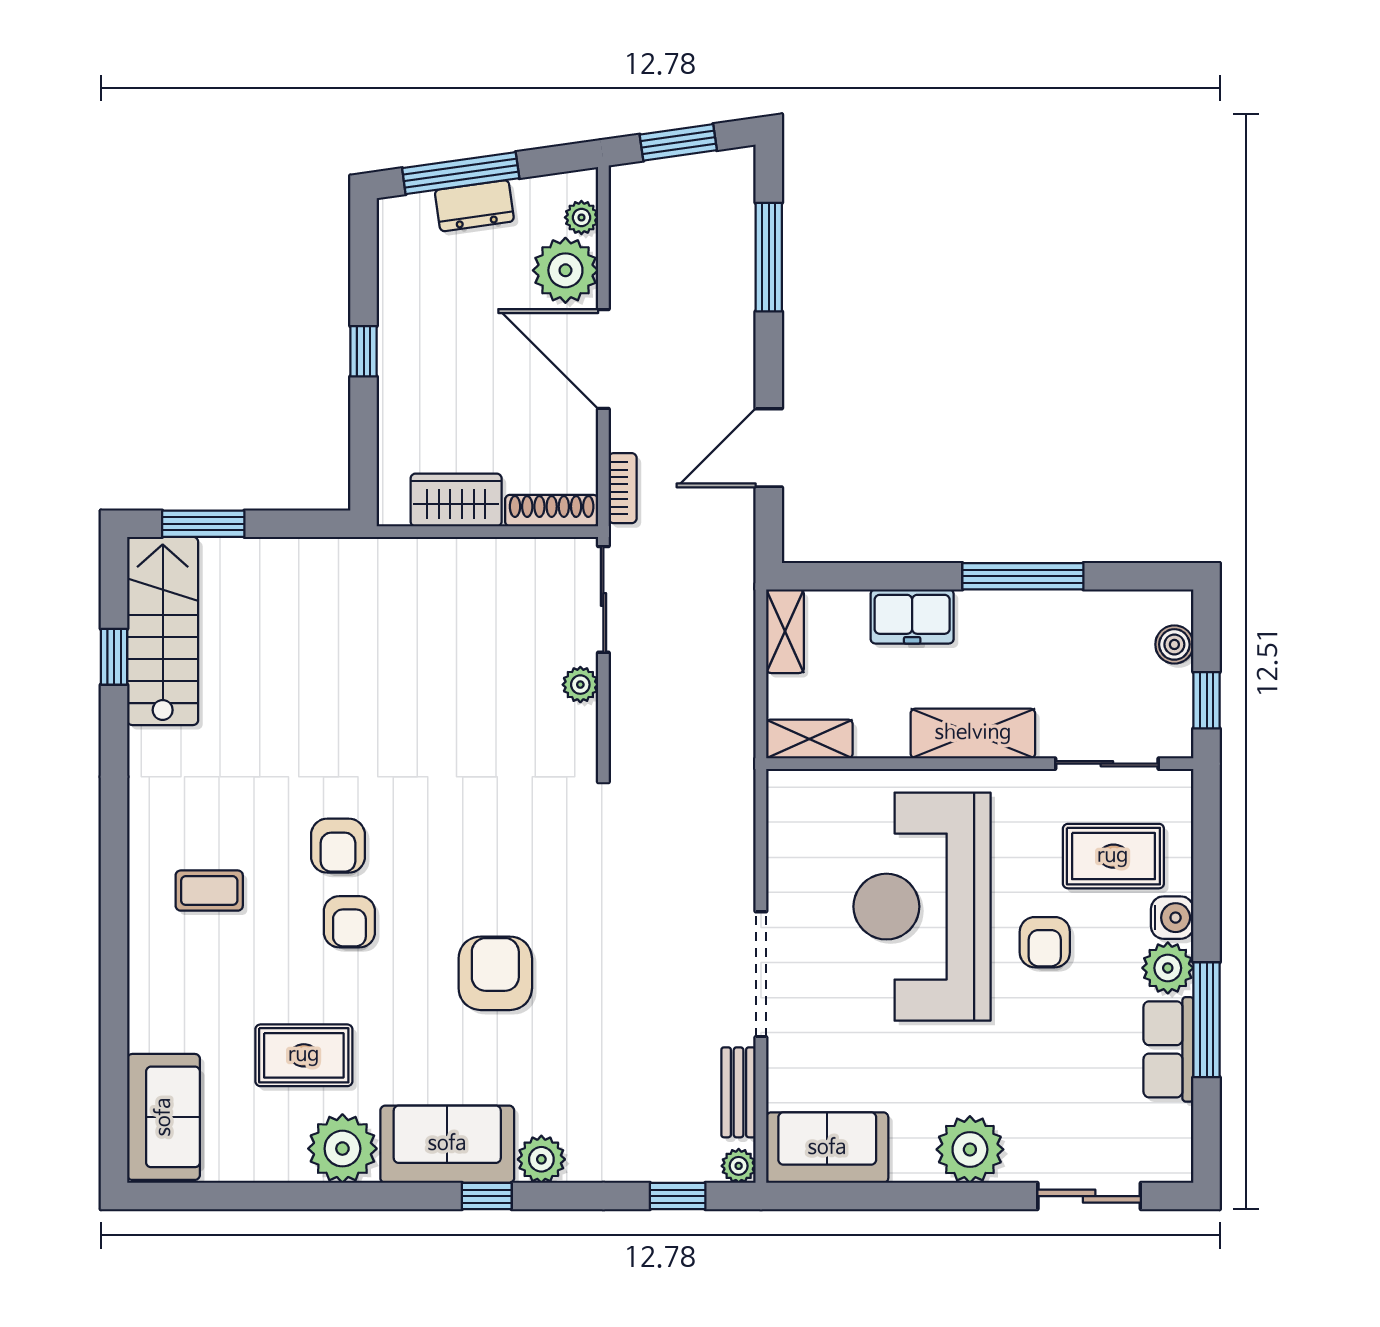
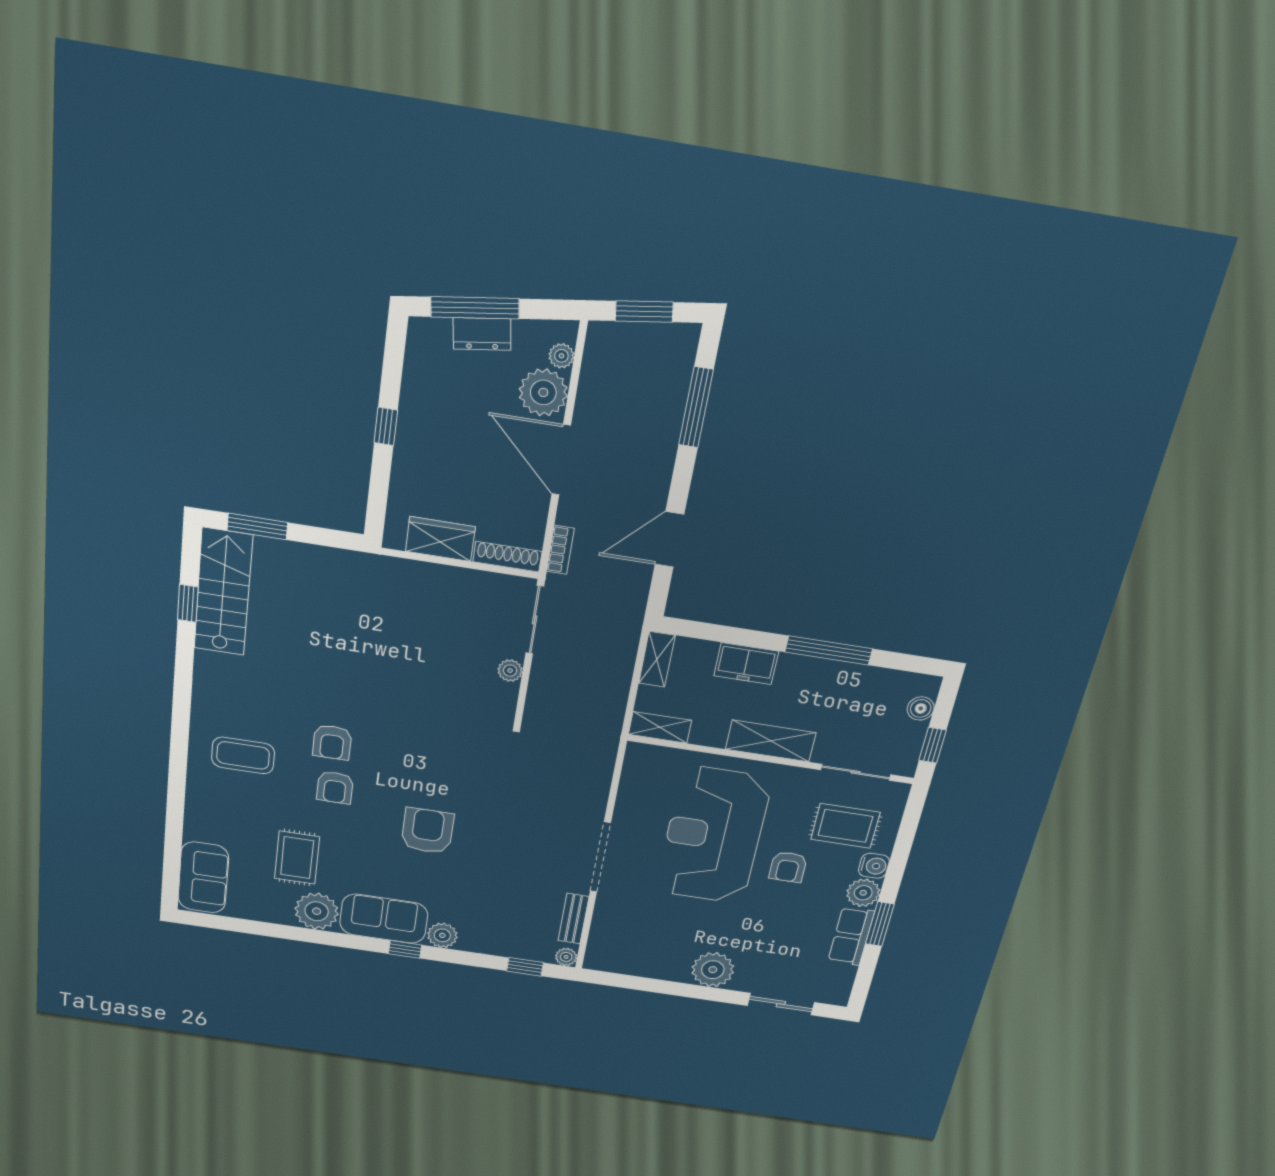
coffee table: (209, 891) -> (243, 755), width x1.36, depth x1.30
window: (1207, 1020) -> (880, 924), width x0.69
rug: (304, 1055) -> (297, 858), turned 90
sofa: (827, 1148) -> (624, 956), removed

